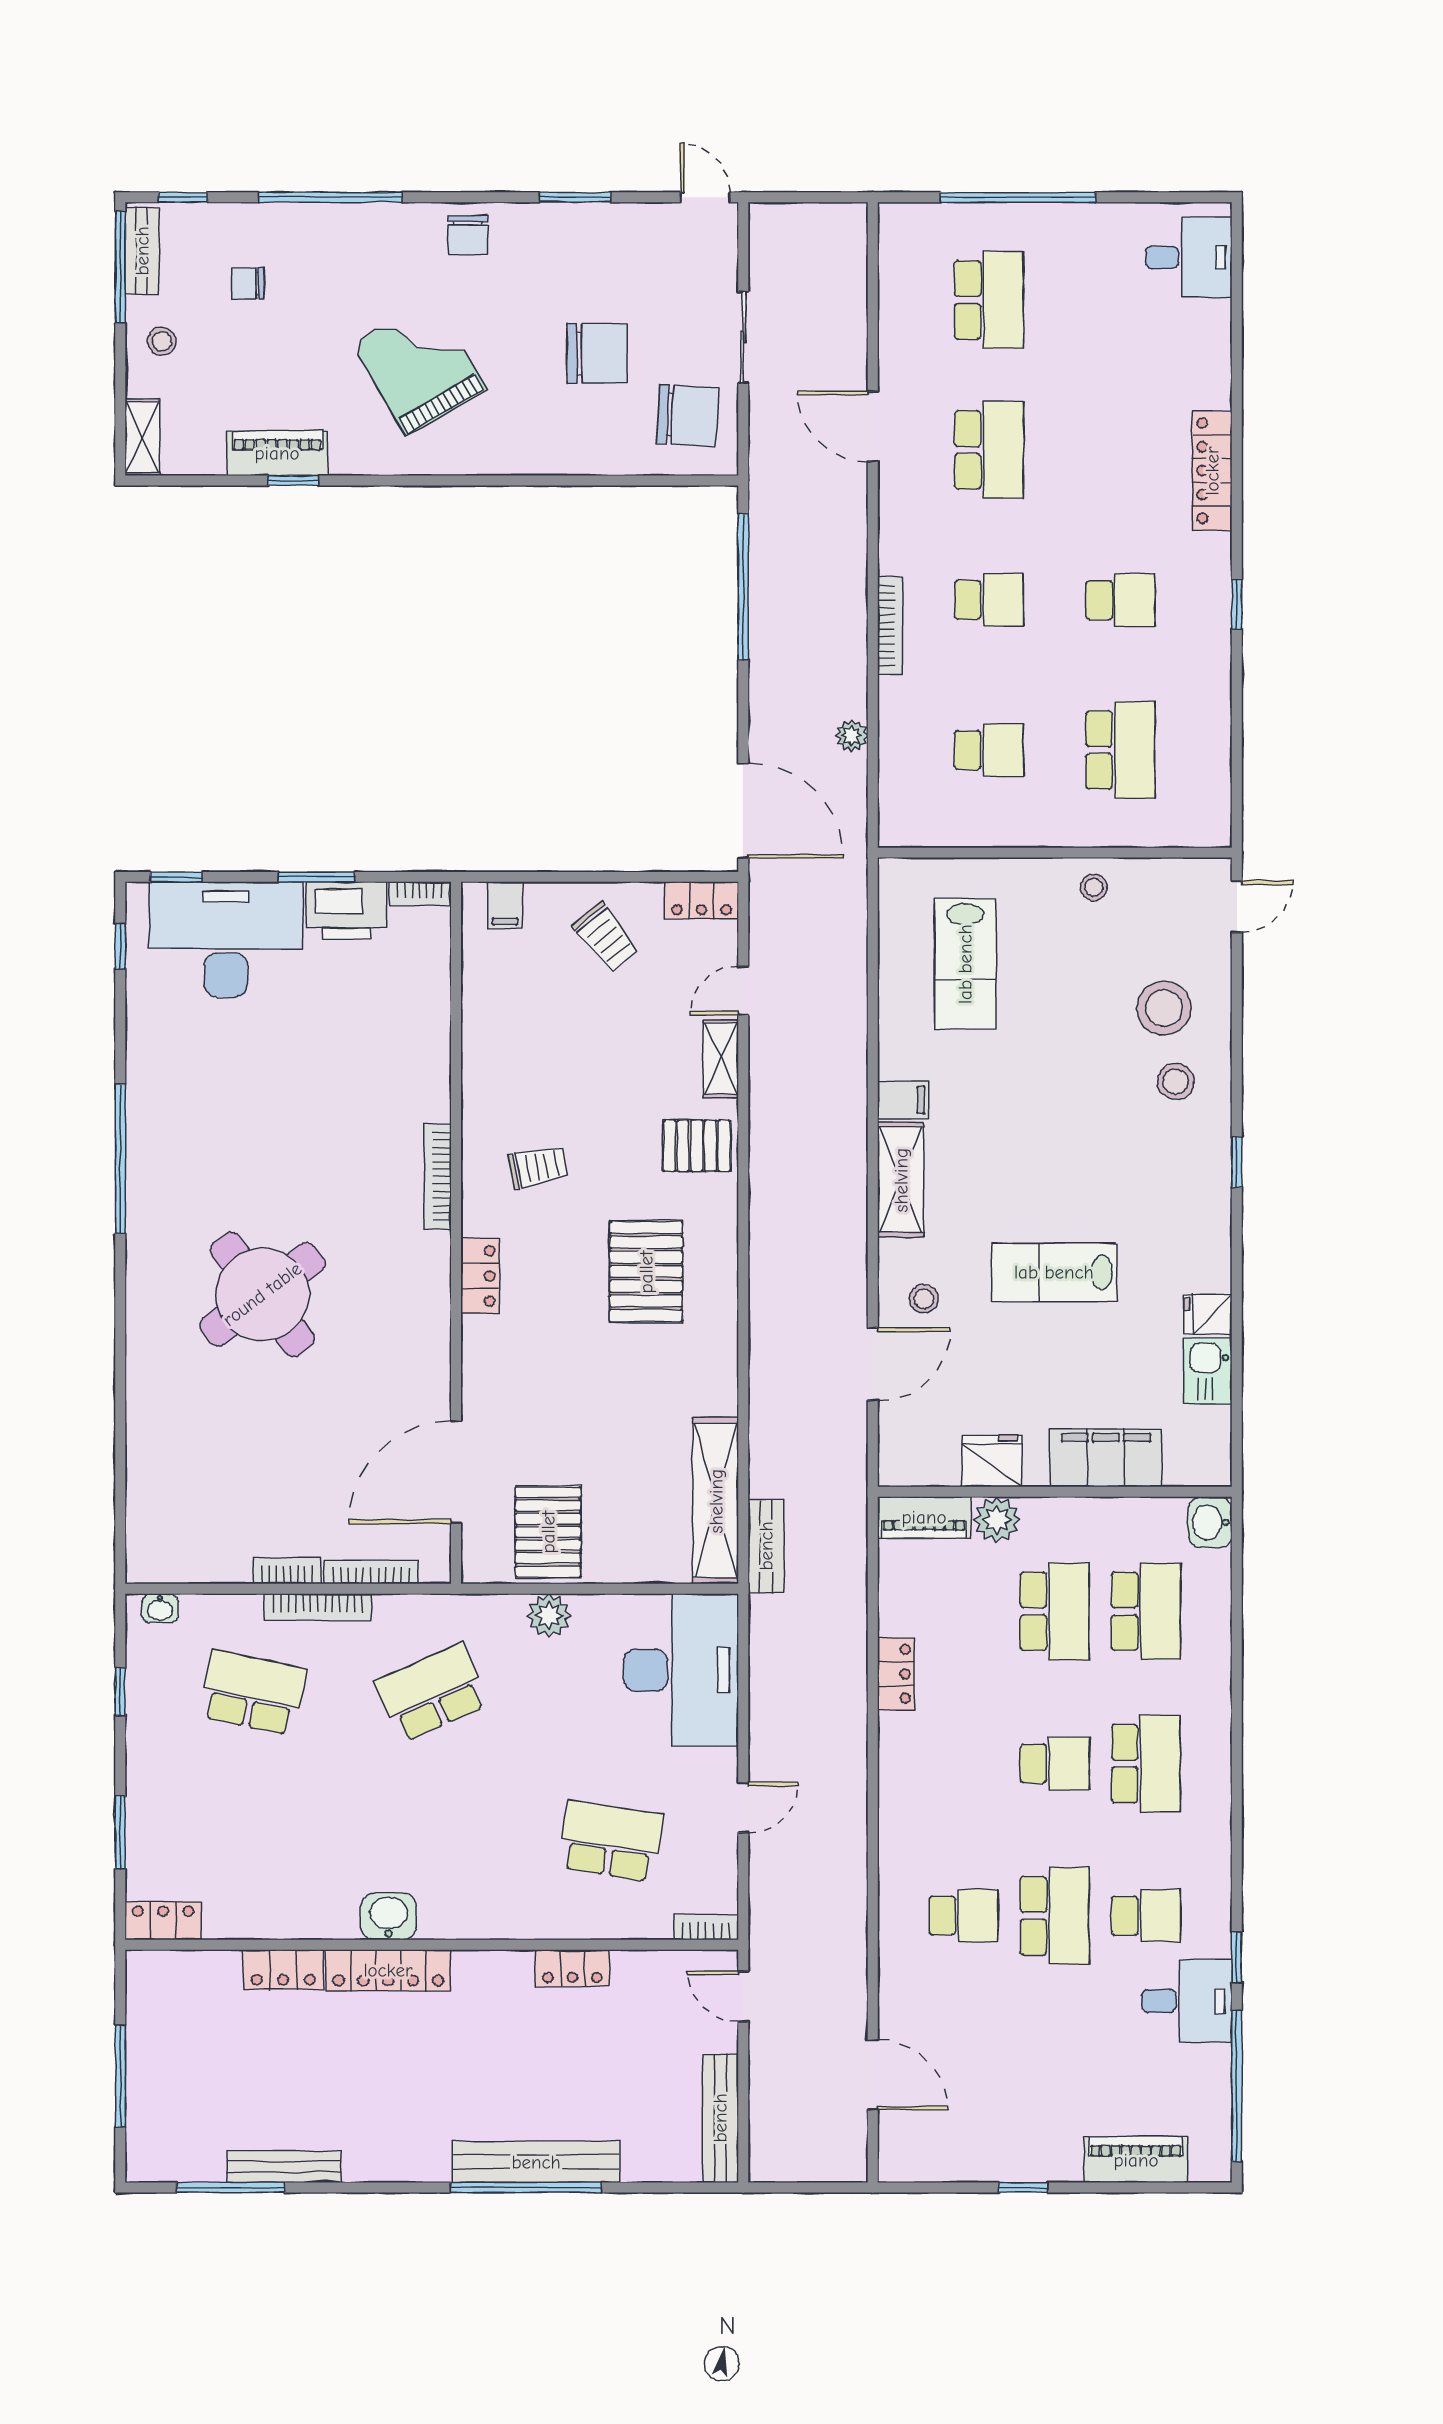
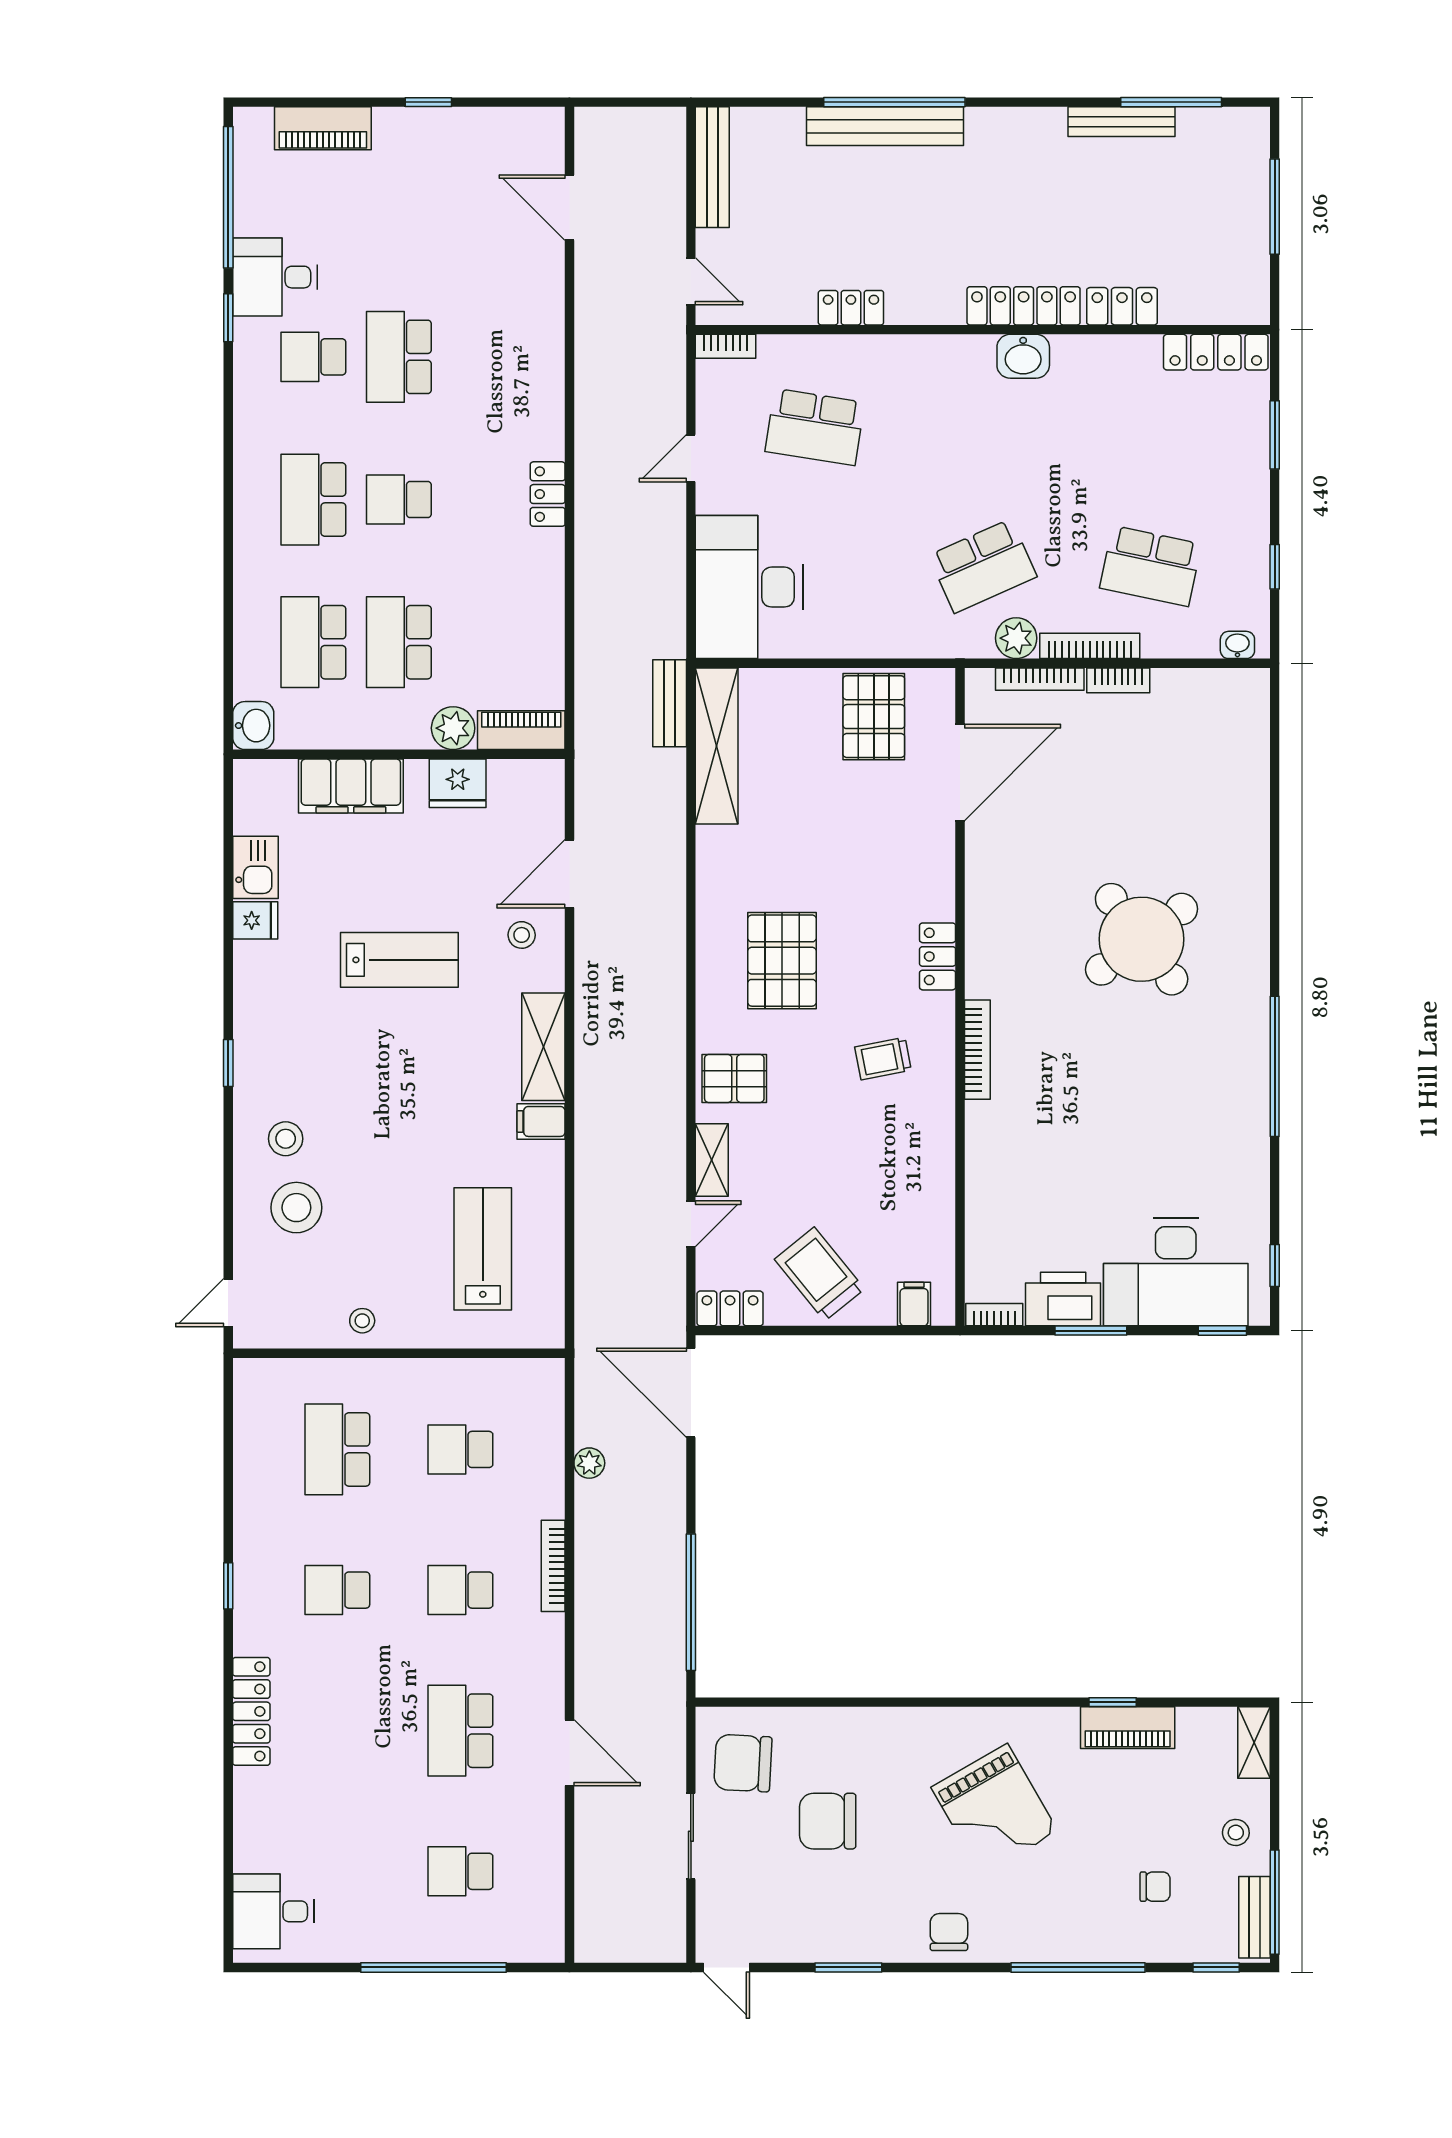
school desk: (989, 300) -> (460, 1871), width x0.54
trolley: (606, 937) -> (820, 1274), width x1.36, depth x1.39
plant: (549, 1616) -> (1016, 638), moved
locker: (896, 1674) -> (548, 494), moved
school desk: (964, 1916) -> (484, 357), removed
locker: (163, 1921) -> (1216, 352), width x1.53

